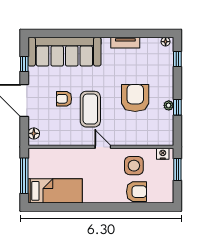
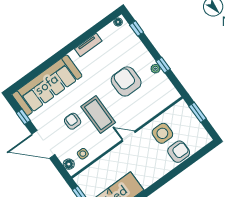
armchair: (64, 99) -> (73, 121), turned 90
side table: (52, 133) -> (83, 154), added
nightstand: (163, 154) -> (178, 108), removed

